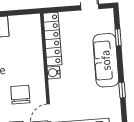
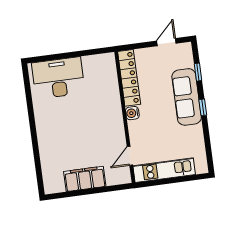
window: (122, 90) -> (203, 107), moved
chair: (20, 95) -> (99, 138), removed

